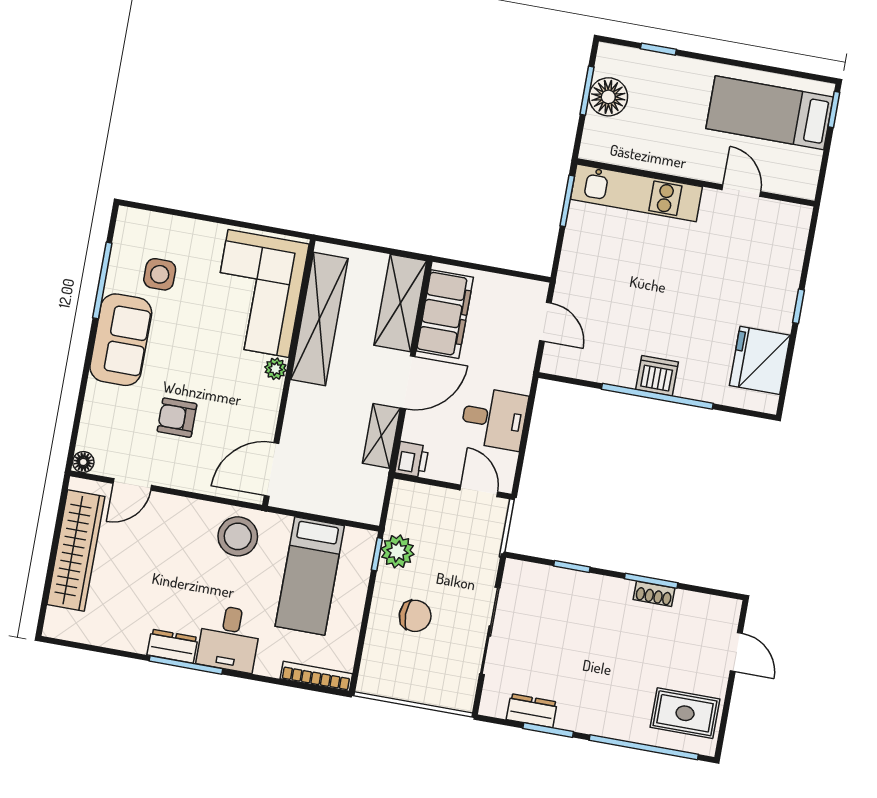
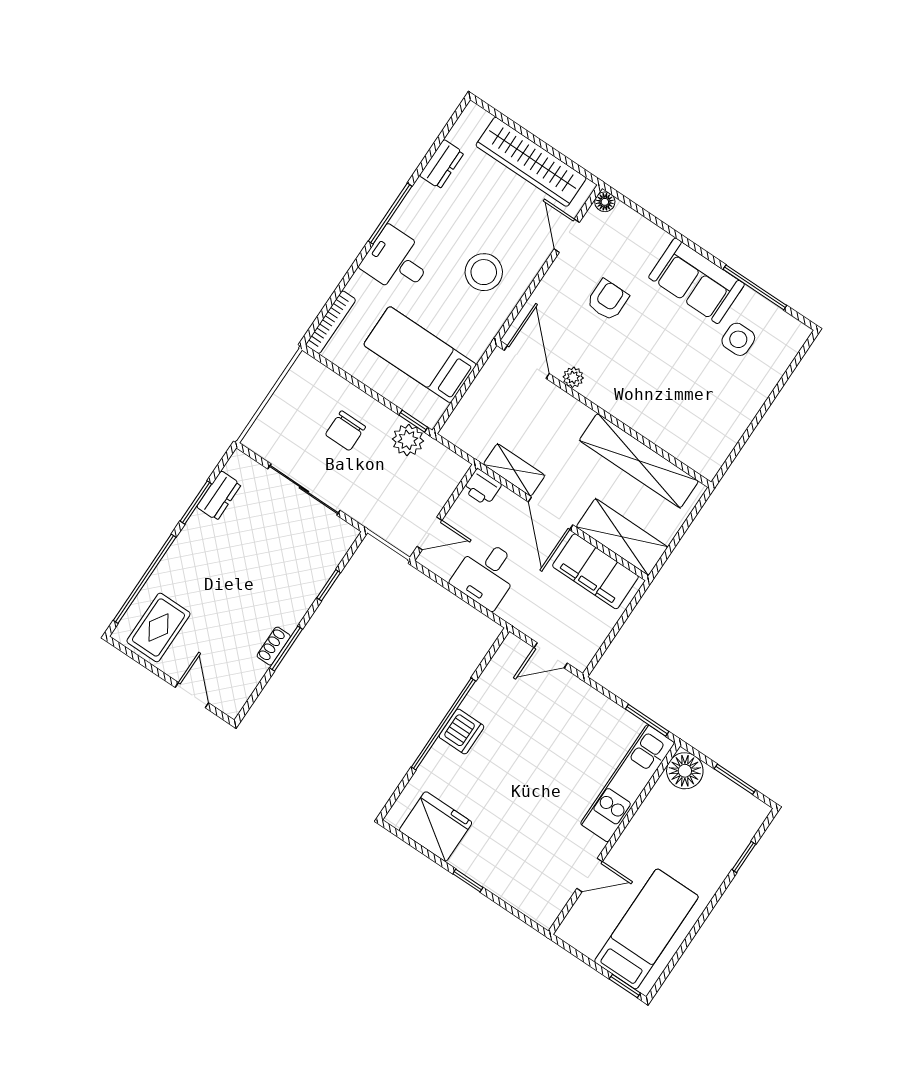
floor lamp: (608, 97) -> (685, 771), moved
corner sofa: (258, 293) -> (684, 418), removed
plant: (276, 369) -> (573, 377), moved
stool: (238, 536) -> (484, 272), moved
dresser: (172, 646) -> (442, 164), moved
door: (736, 652) -> (192, 695), swing flipped

